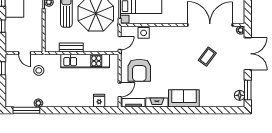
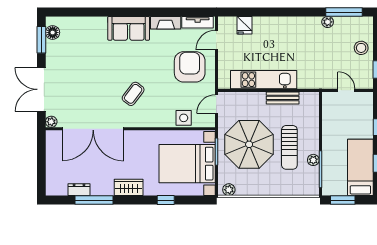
coffee table: (207, 57) -> (133, 94), moved
stool: (39, 70) -> (361, 48), moved

